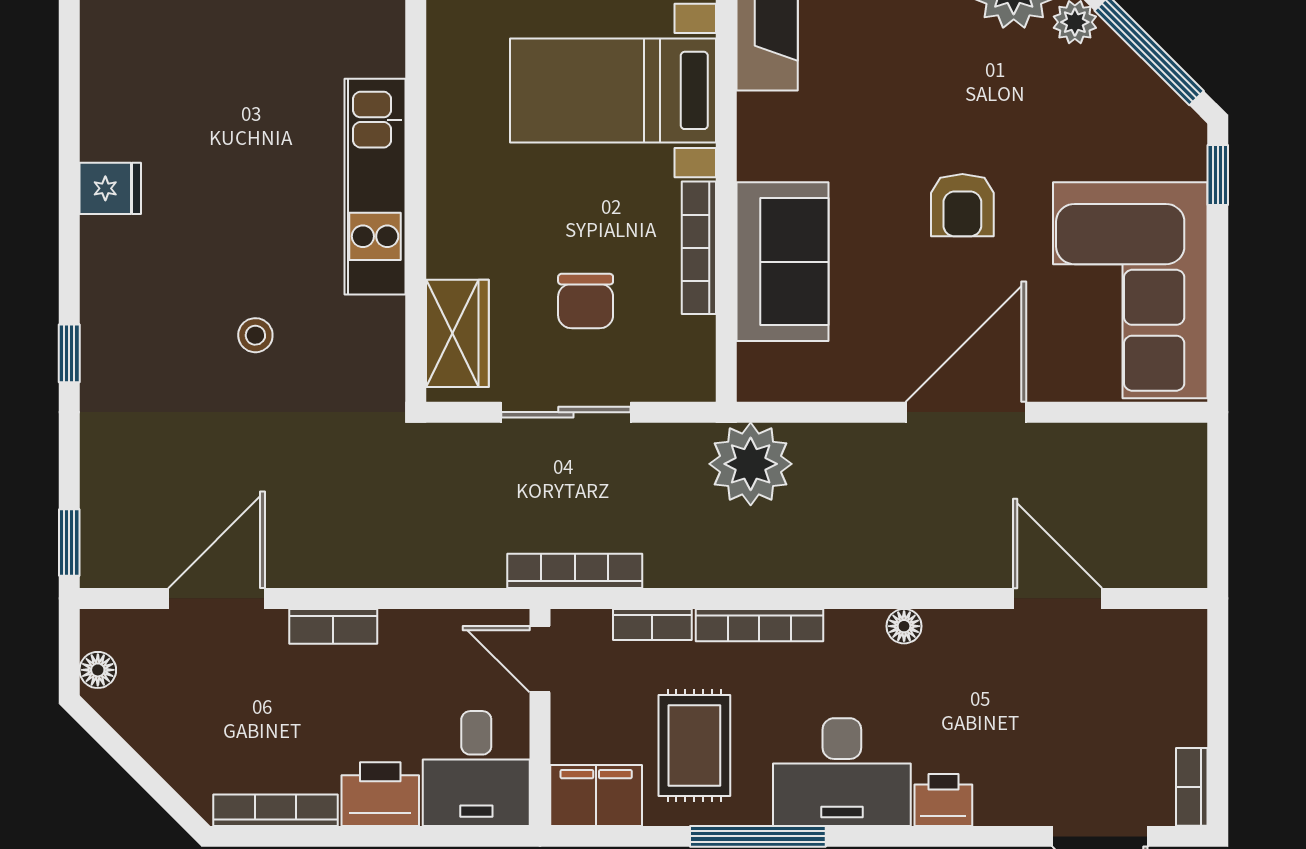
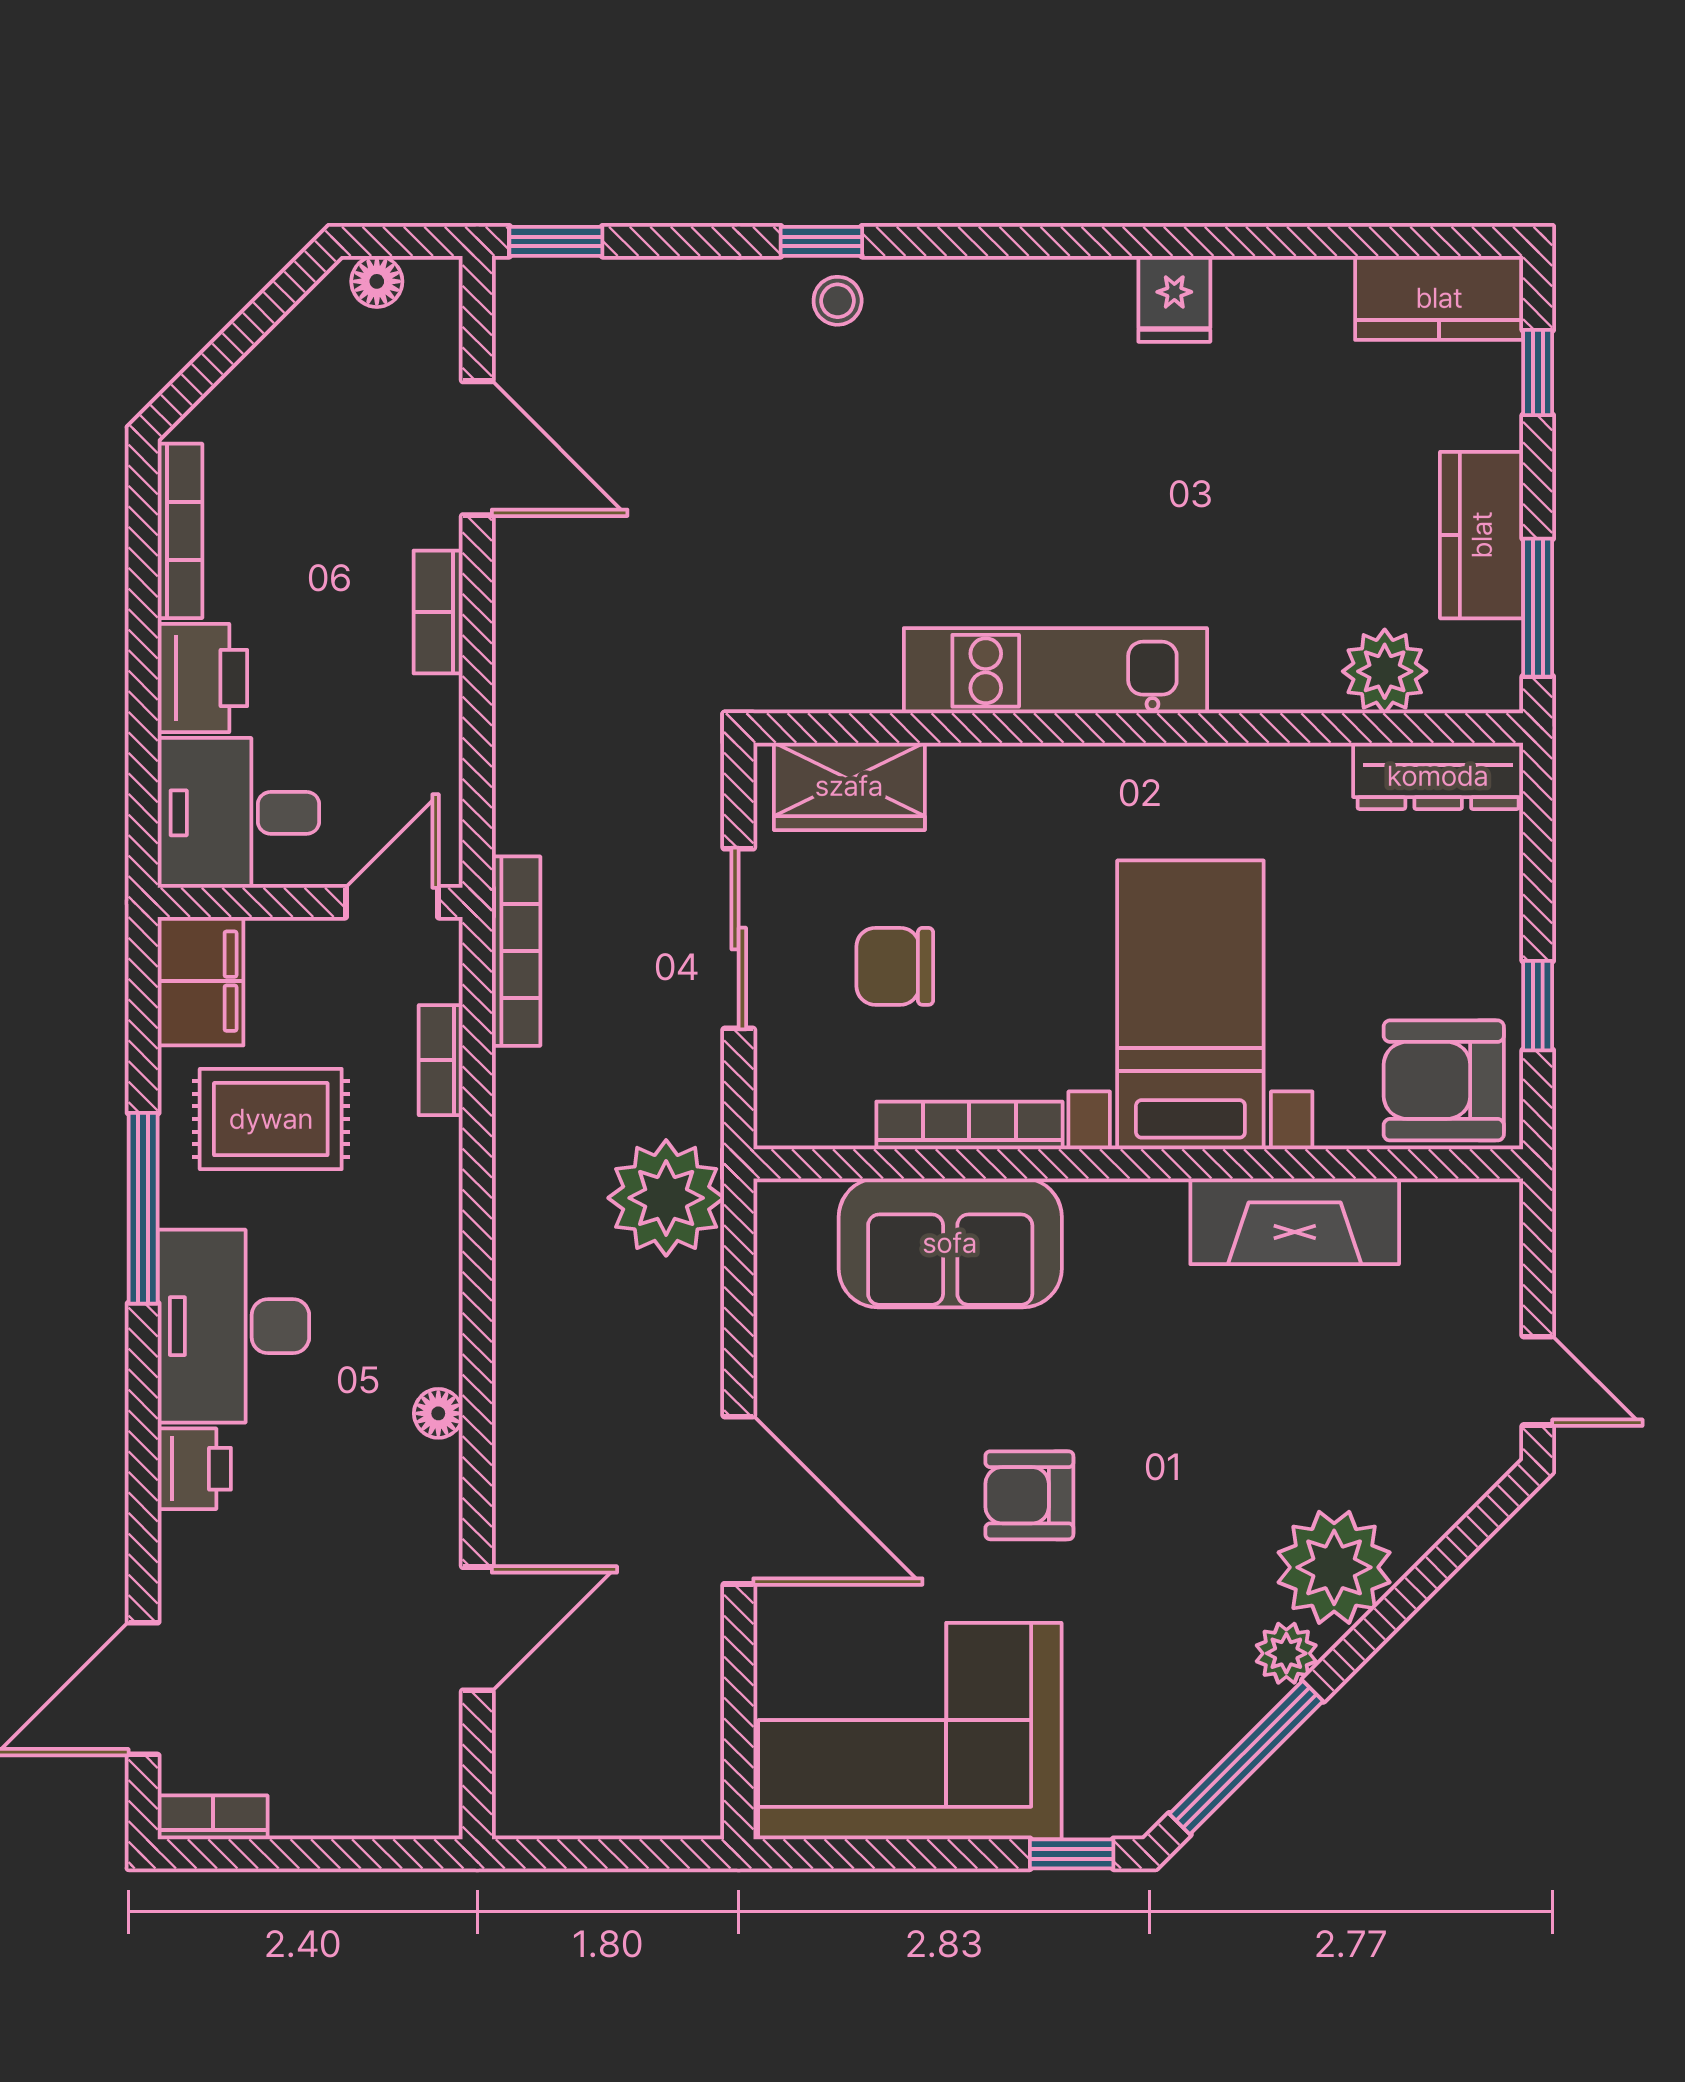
fridge: (110, 188) -> (1174, 299), moved
stool: (255, 335) -> (838, 301), moved
bookcase: (759, 625) -> (440, 1210), removed

